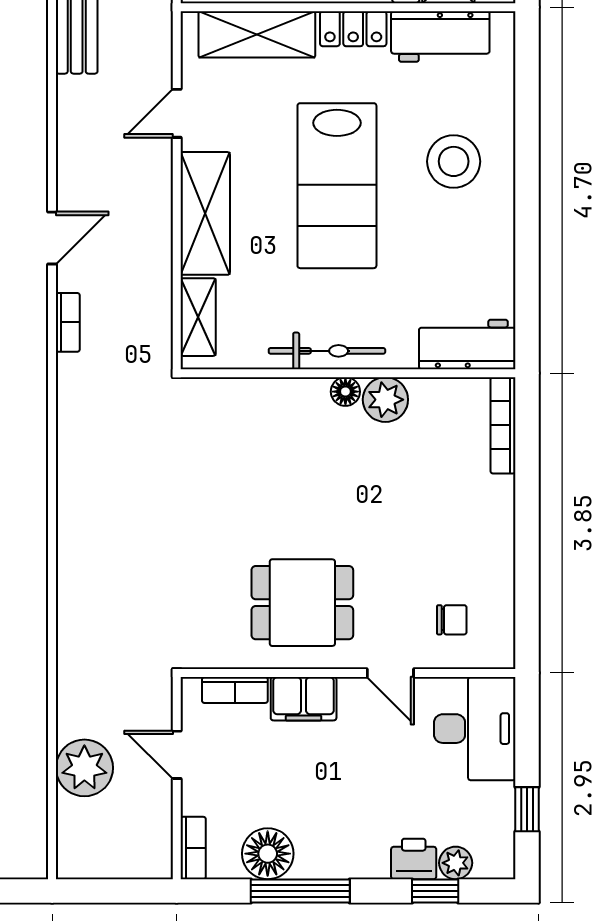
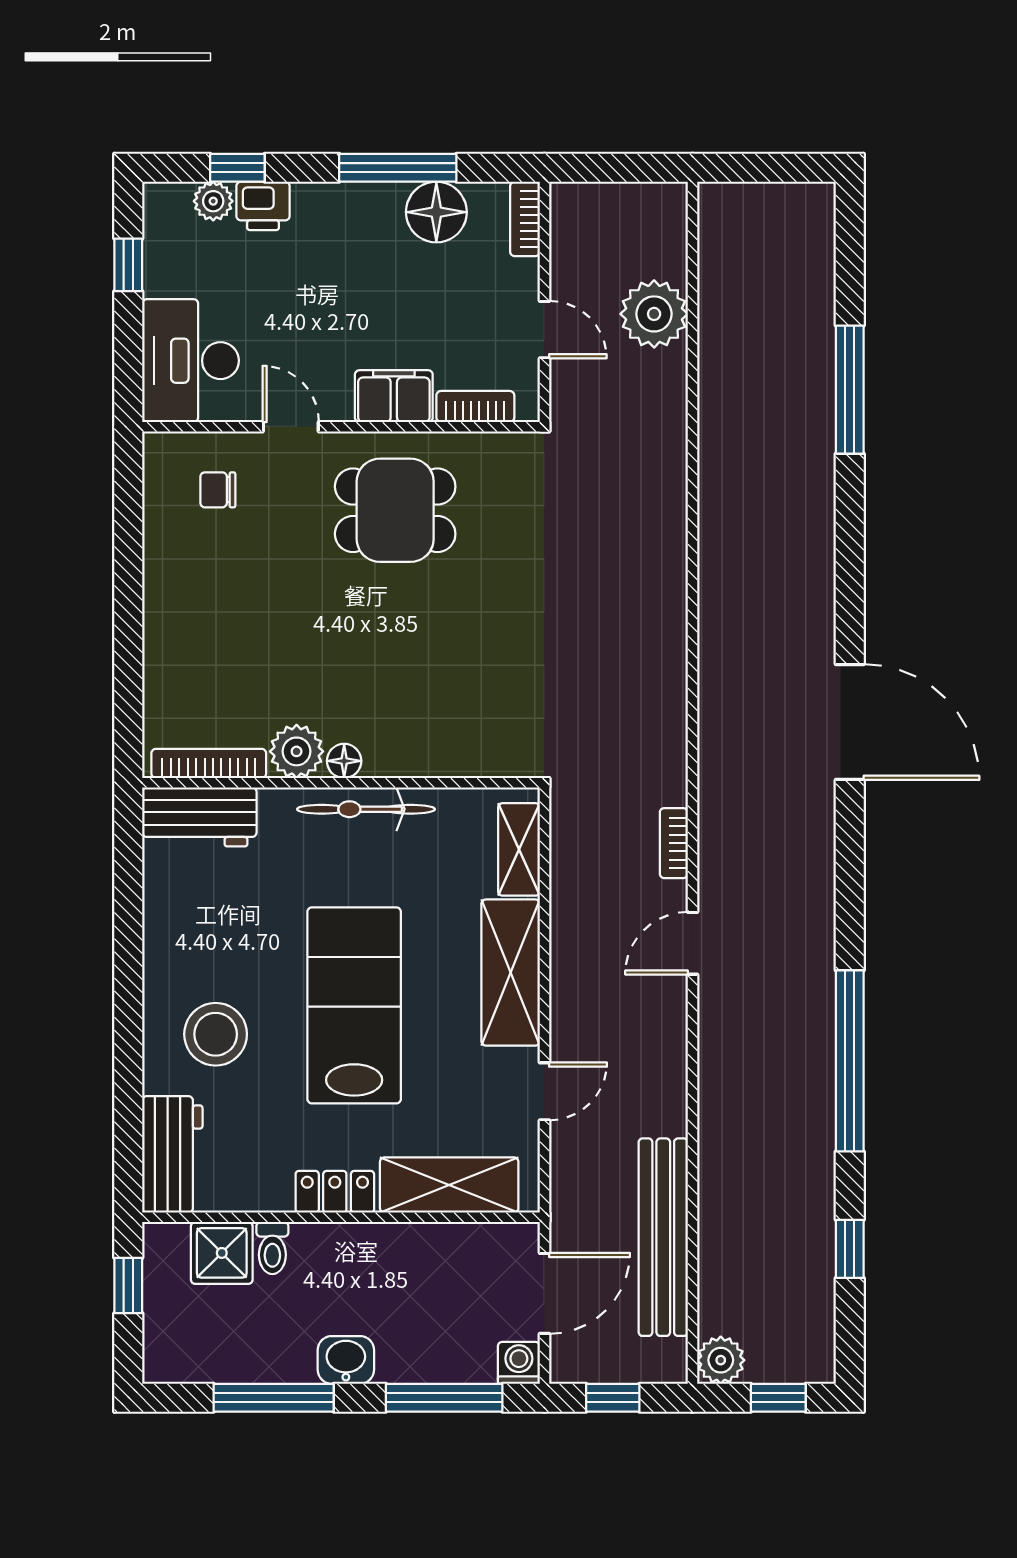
workbench: (440, 36) -> (172, 1154), moved, turned 90
bookcase: (503, 425) -> (209, 763), moved, turned -90

